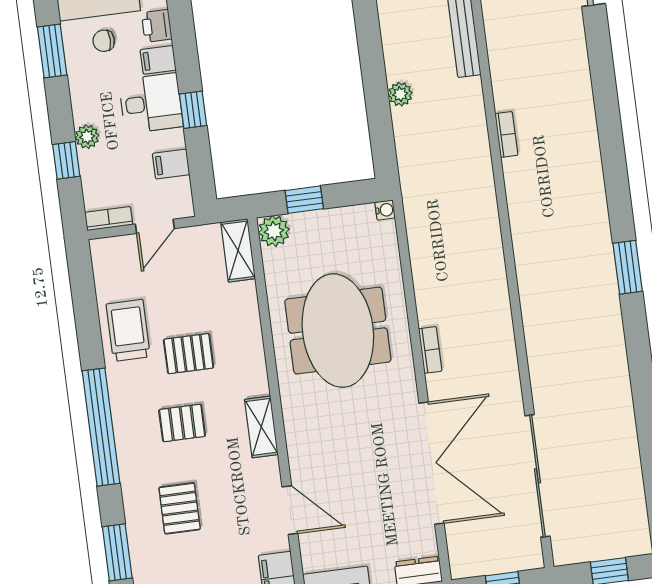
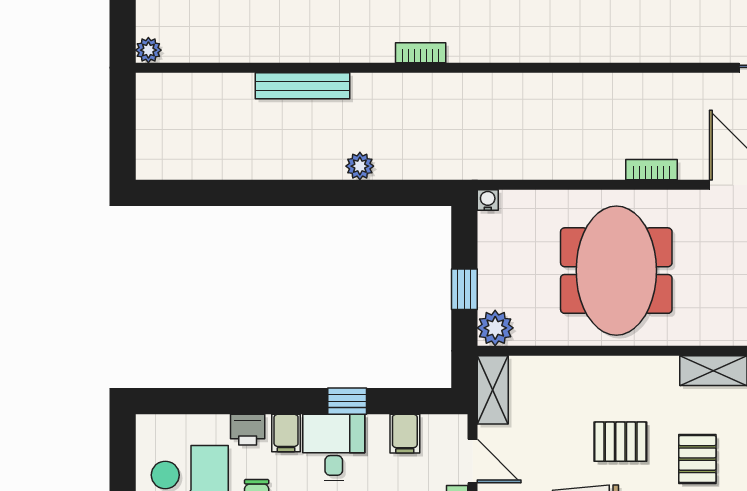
shelving: (238, 250) -> (493, 390), moved, turned 90
meeting table: (338, 331) -> (616, 271), turned 90
pallet: (189, 354) -> (620, 442), turned 90

